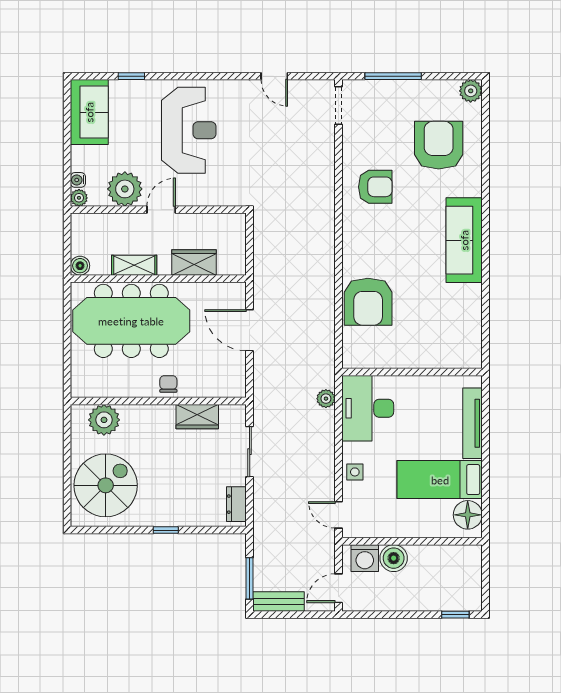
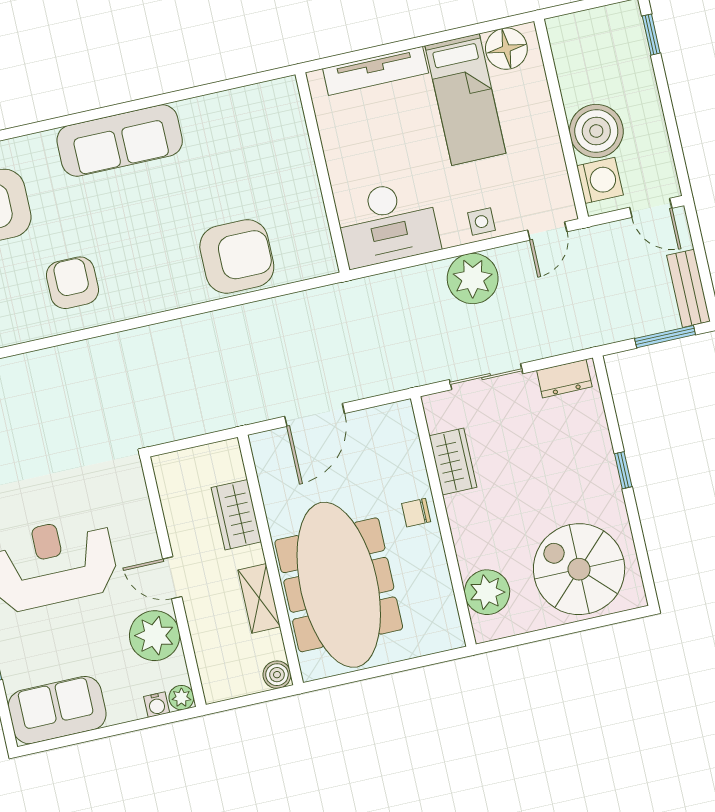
plant: (326, 399) -> (473, 278), moved, width x1.88, depth x1.88
boiler: (394, 558) -> (596, 131), width x1.37, depth x1.37

